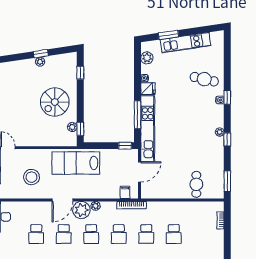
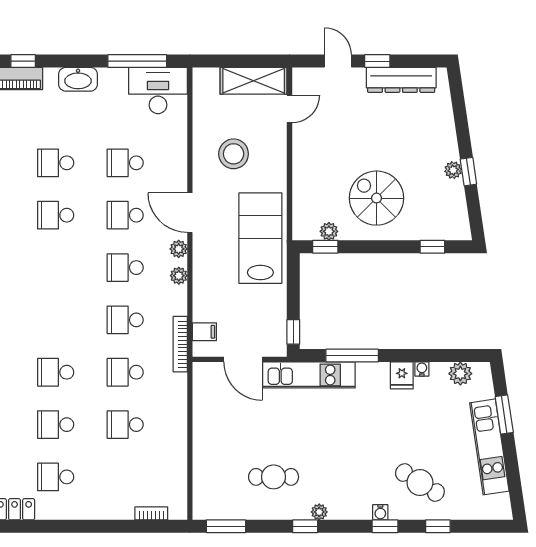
window: (227, 70) -> (438, 526), added
cafe table: (204, 79) -> (420, 483), turned -71
kitchen unit: (148, 129) -> (309, 375), width x0.73
cafe table: (196, 184) -> (274, 477), moved
plant: (81, 210) -> (179, 249), width x0.53, depth x0.53

